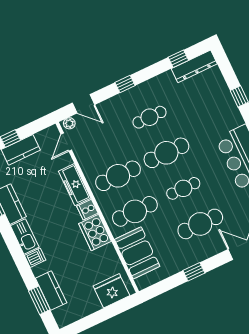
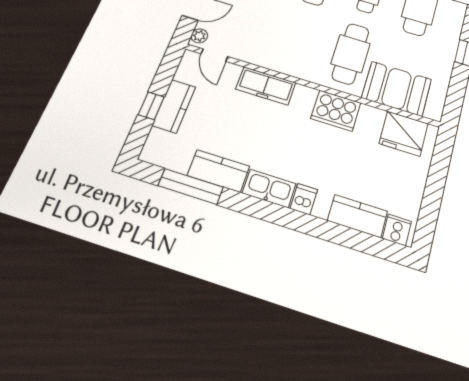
cafe table: (118, 176) -> (299, 38), removed
cooker: (87, 210) -> (397, 230), moved, turned 180
fridge: (111, 291) -> (404, 134), moved, turned -90
window: (39, 300) -> (357, 240), removed

